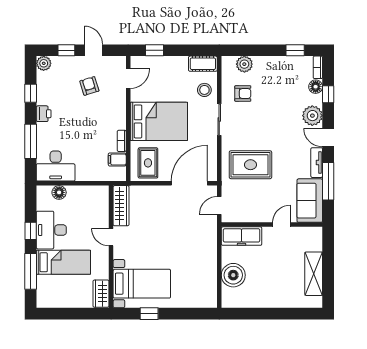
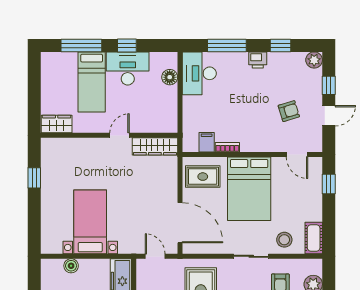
boiler: (233, 275) -> (71, 266), width x0.54, depth x0.54
bed with nightstands: (142, 284) -> (90, 222), moved, turned 180

